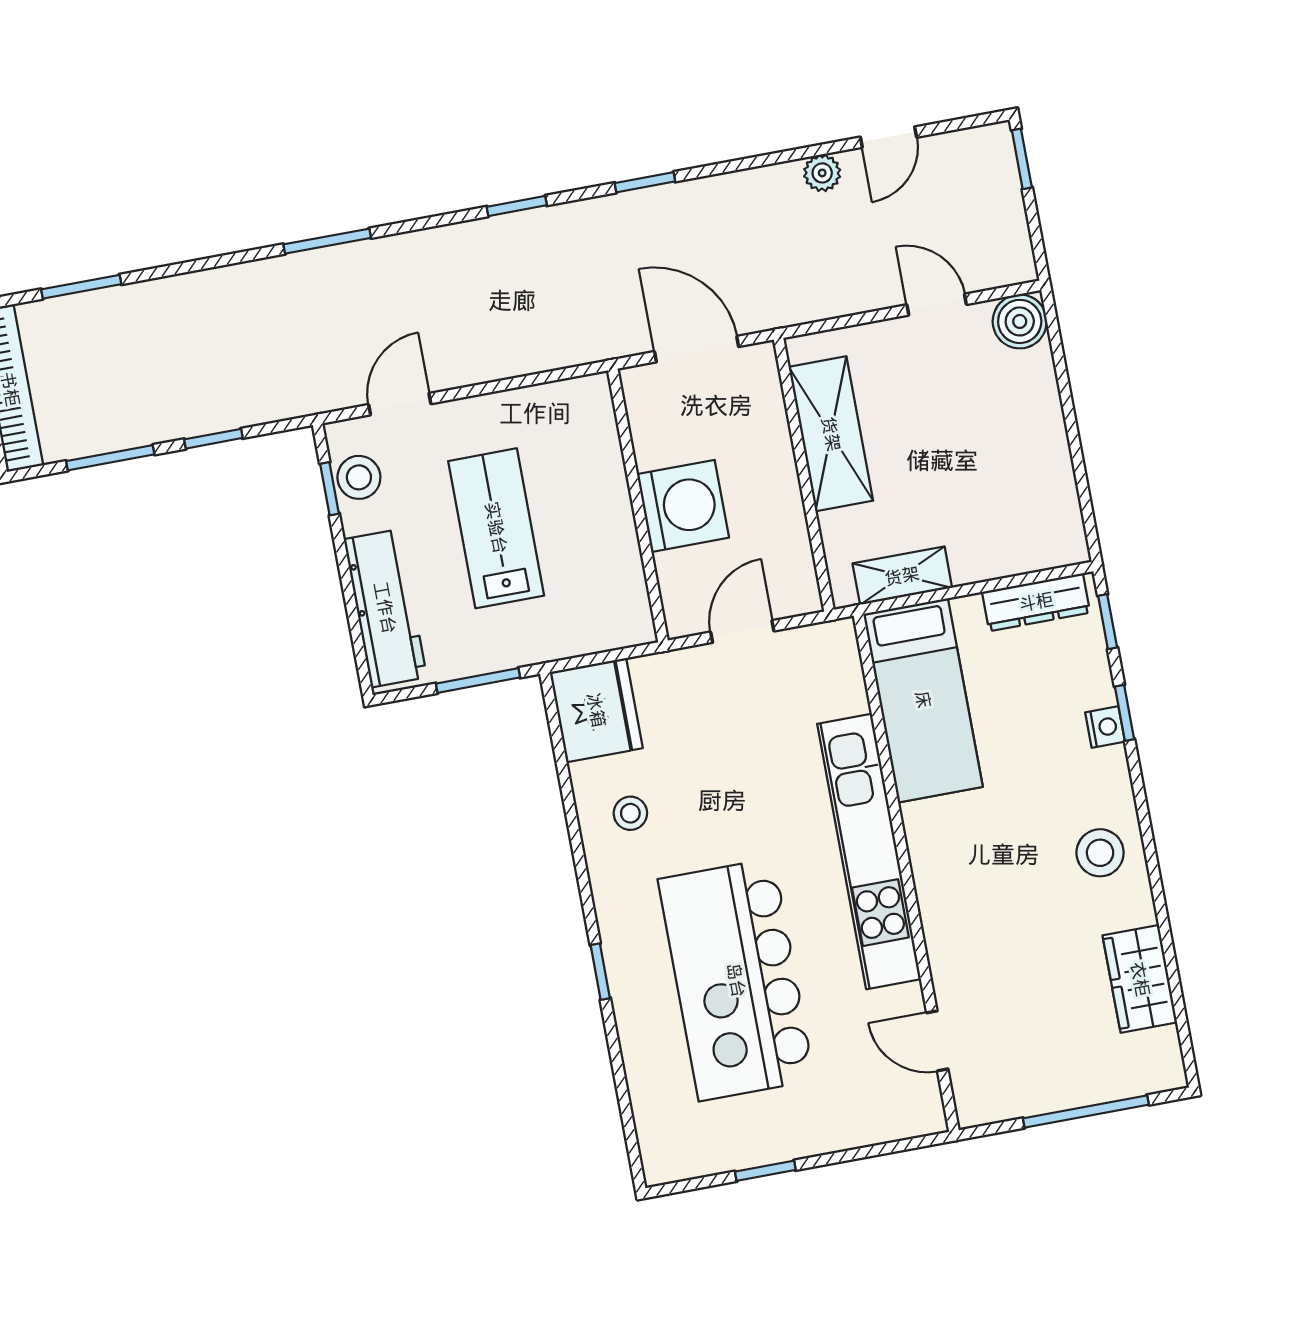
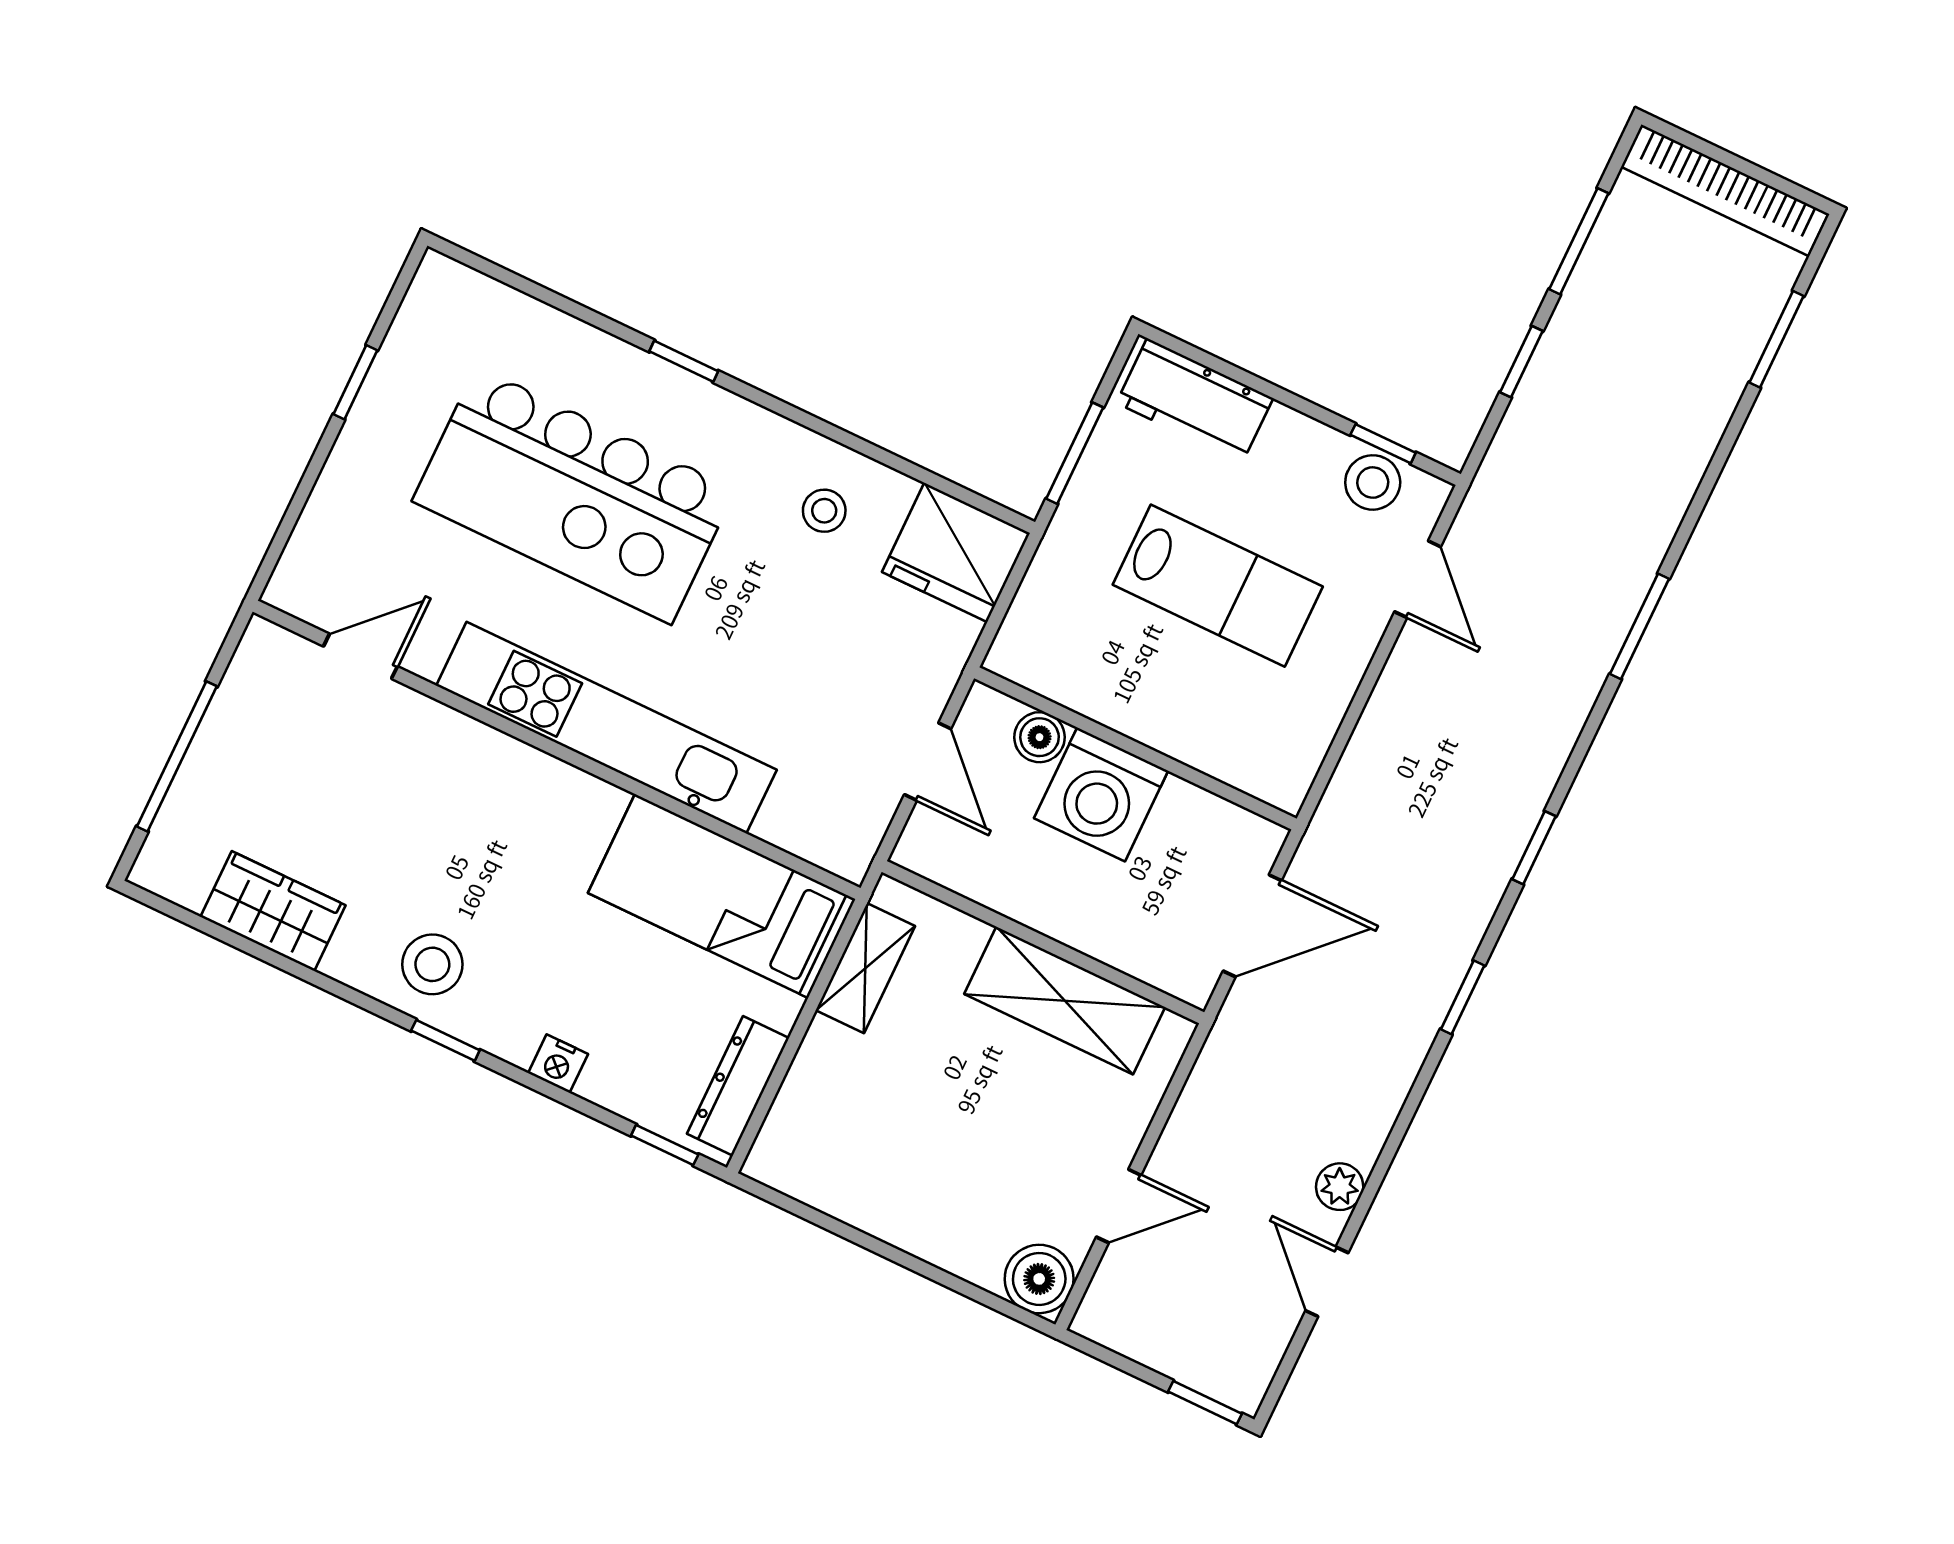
boiler: (675, 572) -> (1040, 737), added
workbench: (385, 608) -> (1195, 401), width x0.73
window: (1124, 713) -> (445, 1040), moved
kitchen island: (736, 980) -> (574, 495), turned 180

